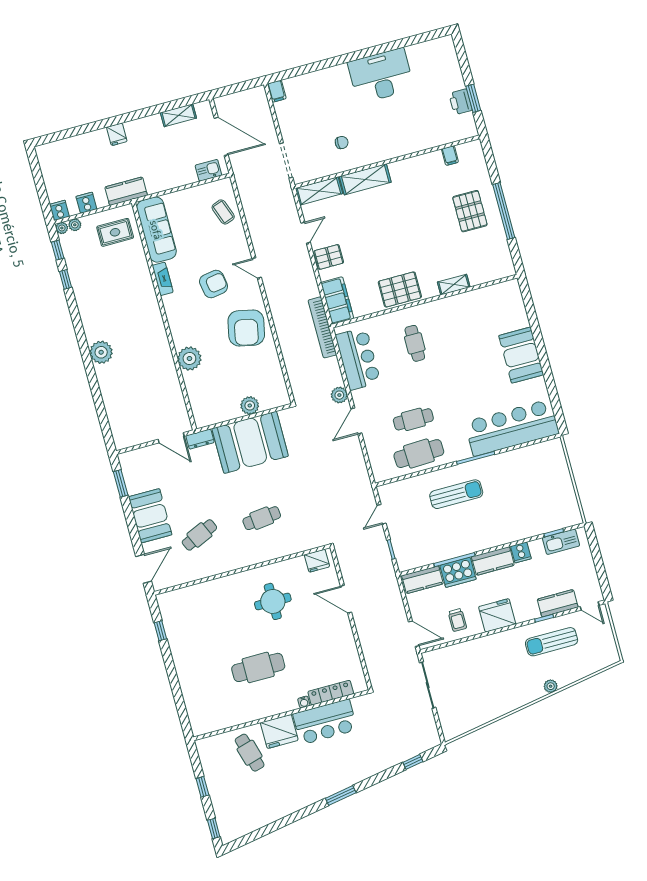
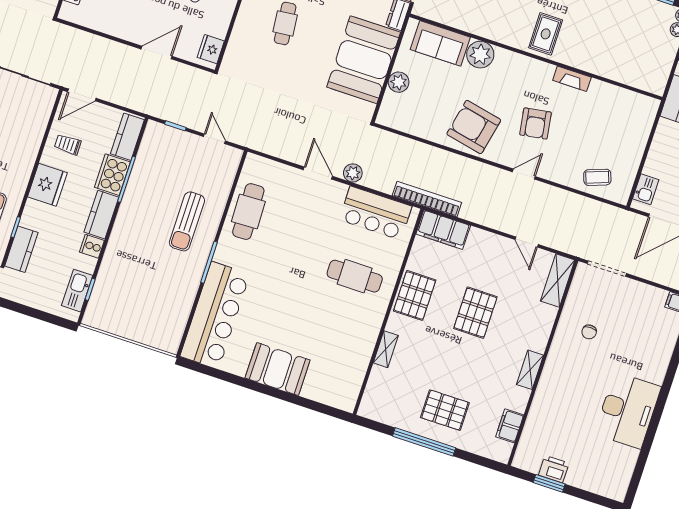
filing cabinet: (450, 156) -> (510, 426), width x2.00
shelving: (365, 179) -> (530, 370), moved, width x0.67, depth x0.75
sofa: (156, 230) -> (440, 43), moved, width x0.73
rug: (115, 232) -> (546, 34), moved
pallet: (329, 257) -> (475, 313), moved, width x1.50, depth x1.42
cafe table: (415, 343) -> (355, 276), width x1.37, depth x1.35
cafe table: (413, 419) -> (284, 228), removed

